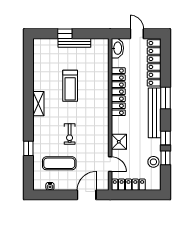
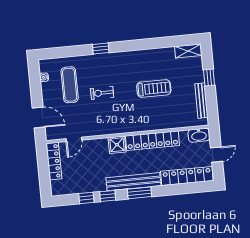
bench: (74, 43) -> (201, 101), moved
treadmill: (70, 86) -> (154, 88), turned 180
window: (165, 98) -> (140, 193), moved
shelving: (38, 104) -> (188, 51), moved
shower: (119, 142) -> (117, 145), moved
window: (28, 148) -> (101, 48), moved
stool: (153, 162) -> (81, 186), removed

